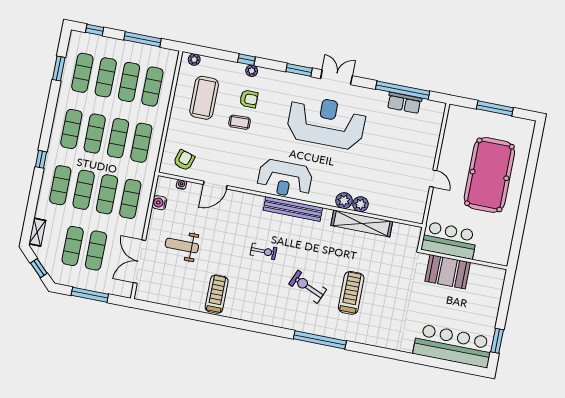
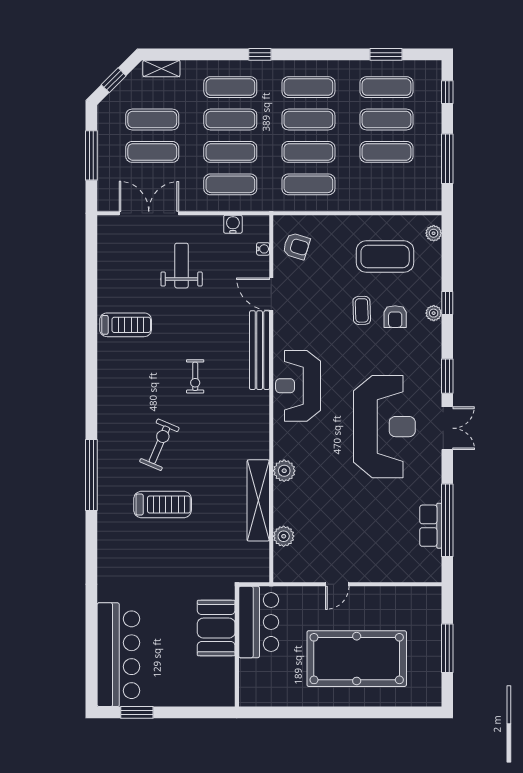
exercise mat: (152, 87) -> (387, 184), removed
plant: (360, 204) -> (284, 536), moved
bench: (293, 209) -> (260, 350), moved

